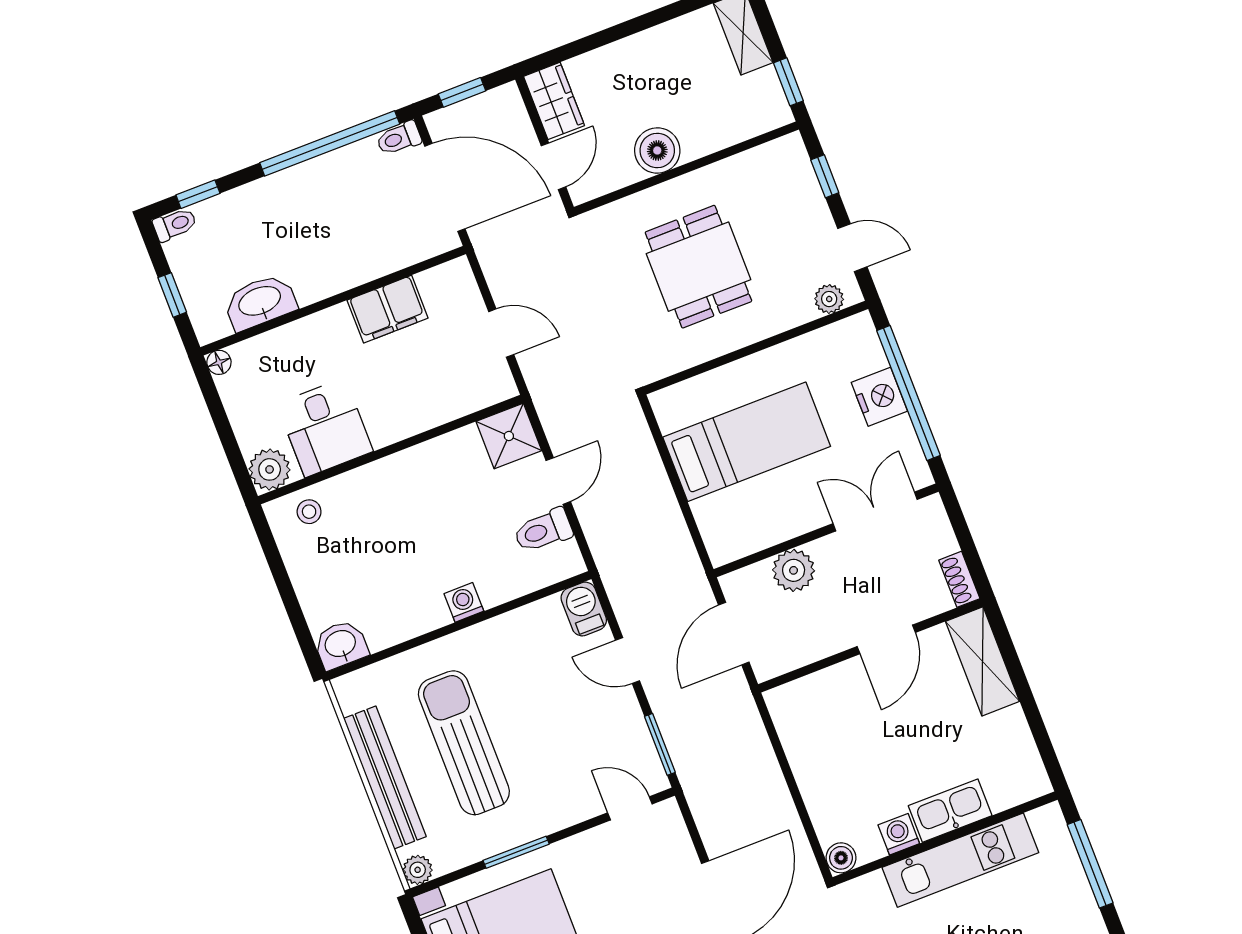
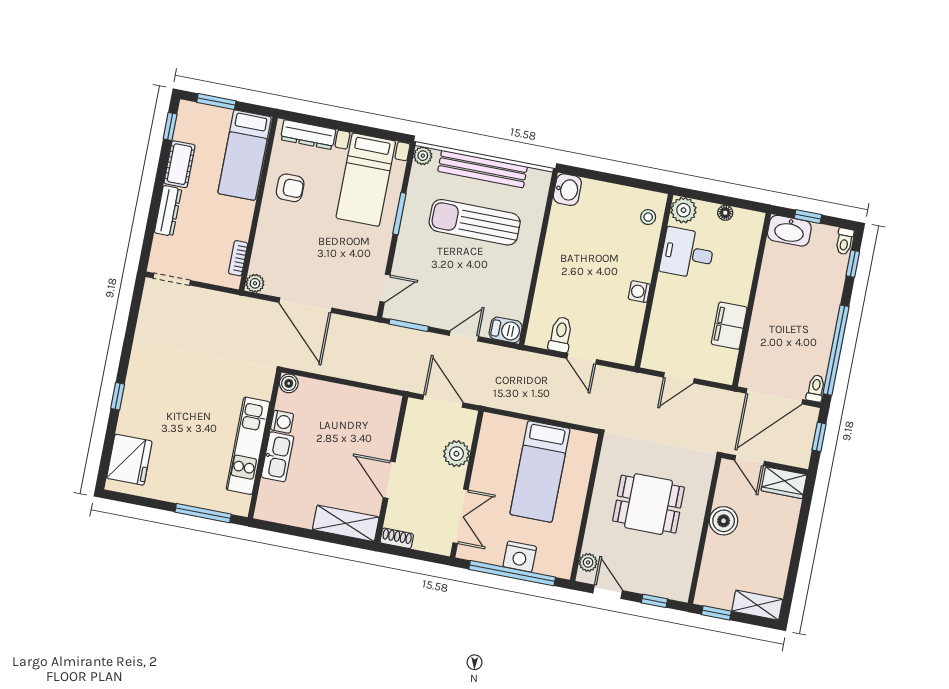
door: (852, 248) -> (608, 592), swing flipped
washbasin: (260, 302) -> (789, 231), moved, turned 90
floor lamp: (219, 362) -> (725, 213), moved
shower: (509, 436) -> (622, 348), removed
washing machine: (464, 602) -> (639, 292), moved, turned 180
sun lounger: (464, 743) -> (475, 222), turned 180

